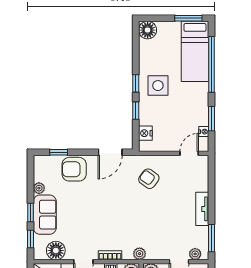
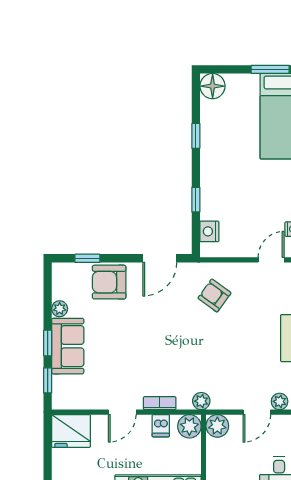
window: (136, 83) -> (196, 136), moved
side table: (158, 86) -> (227, 164), removed
floor lamp: (56, 251) -> (83, 397), removed

